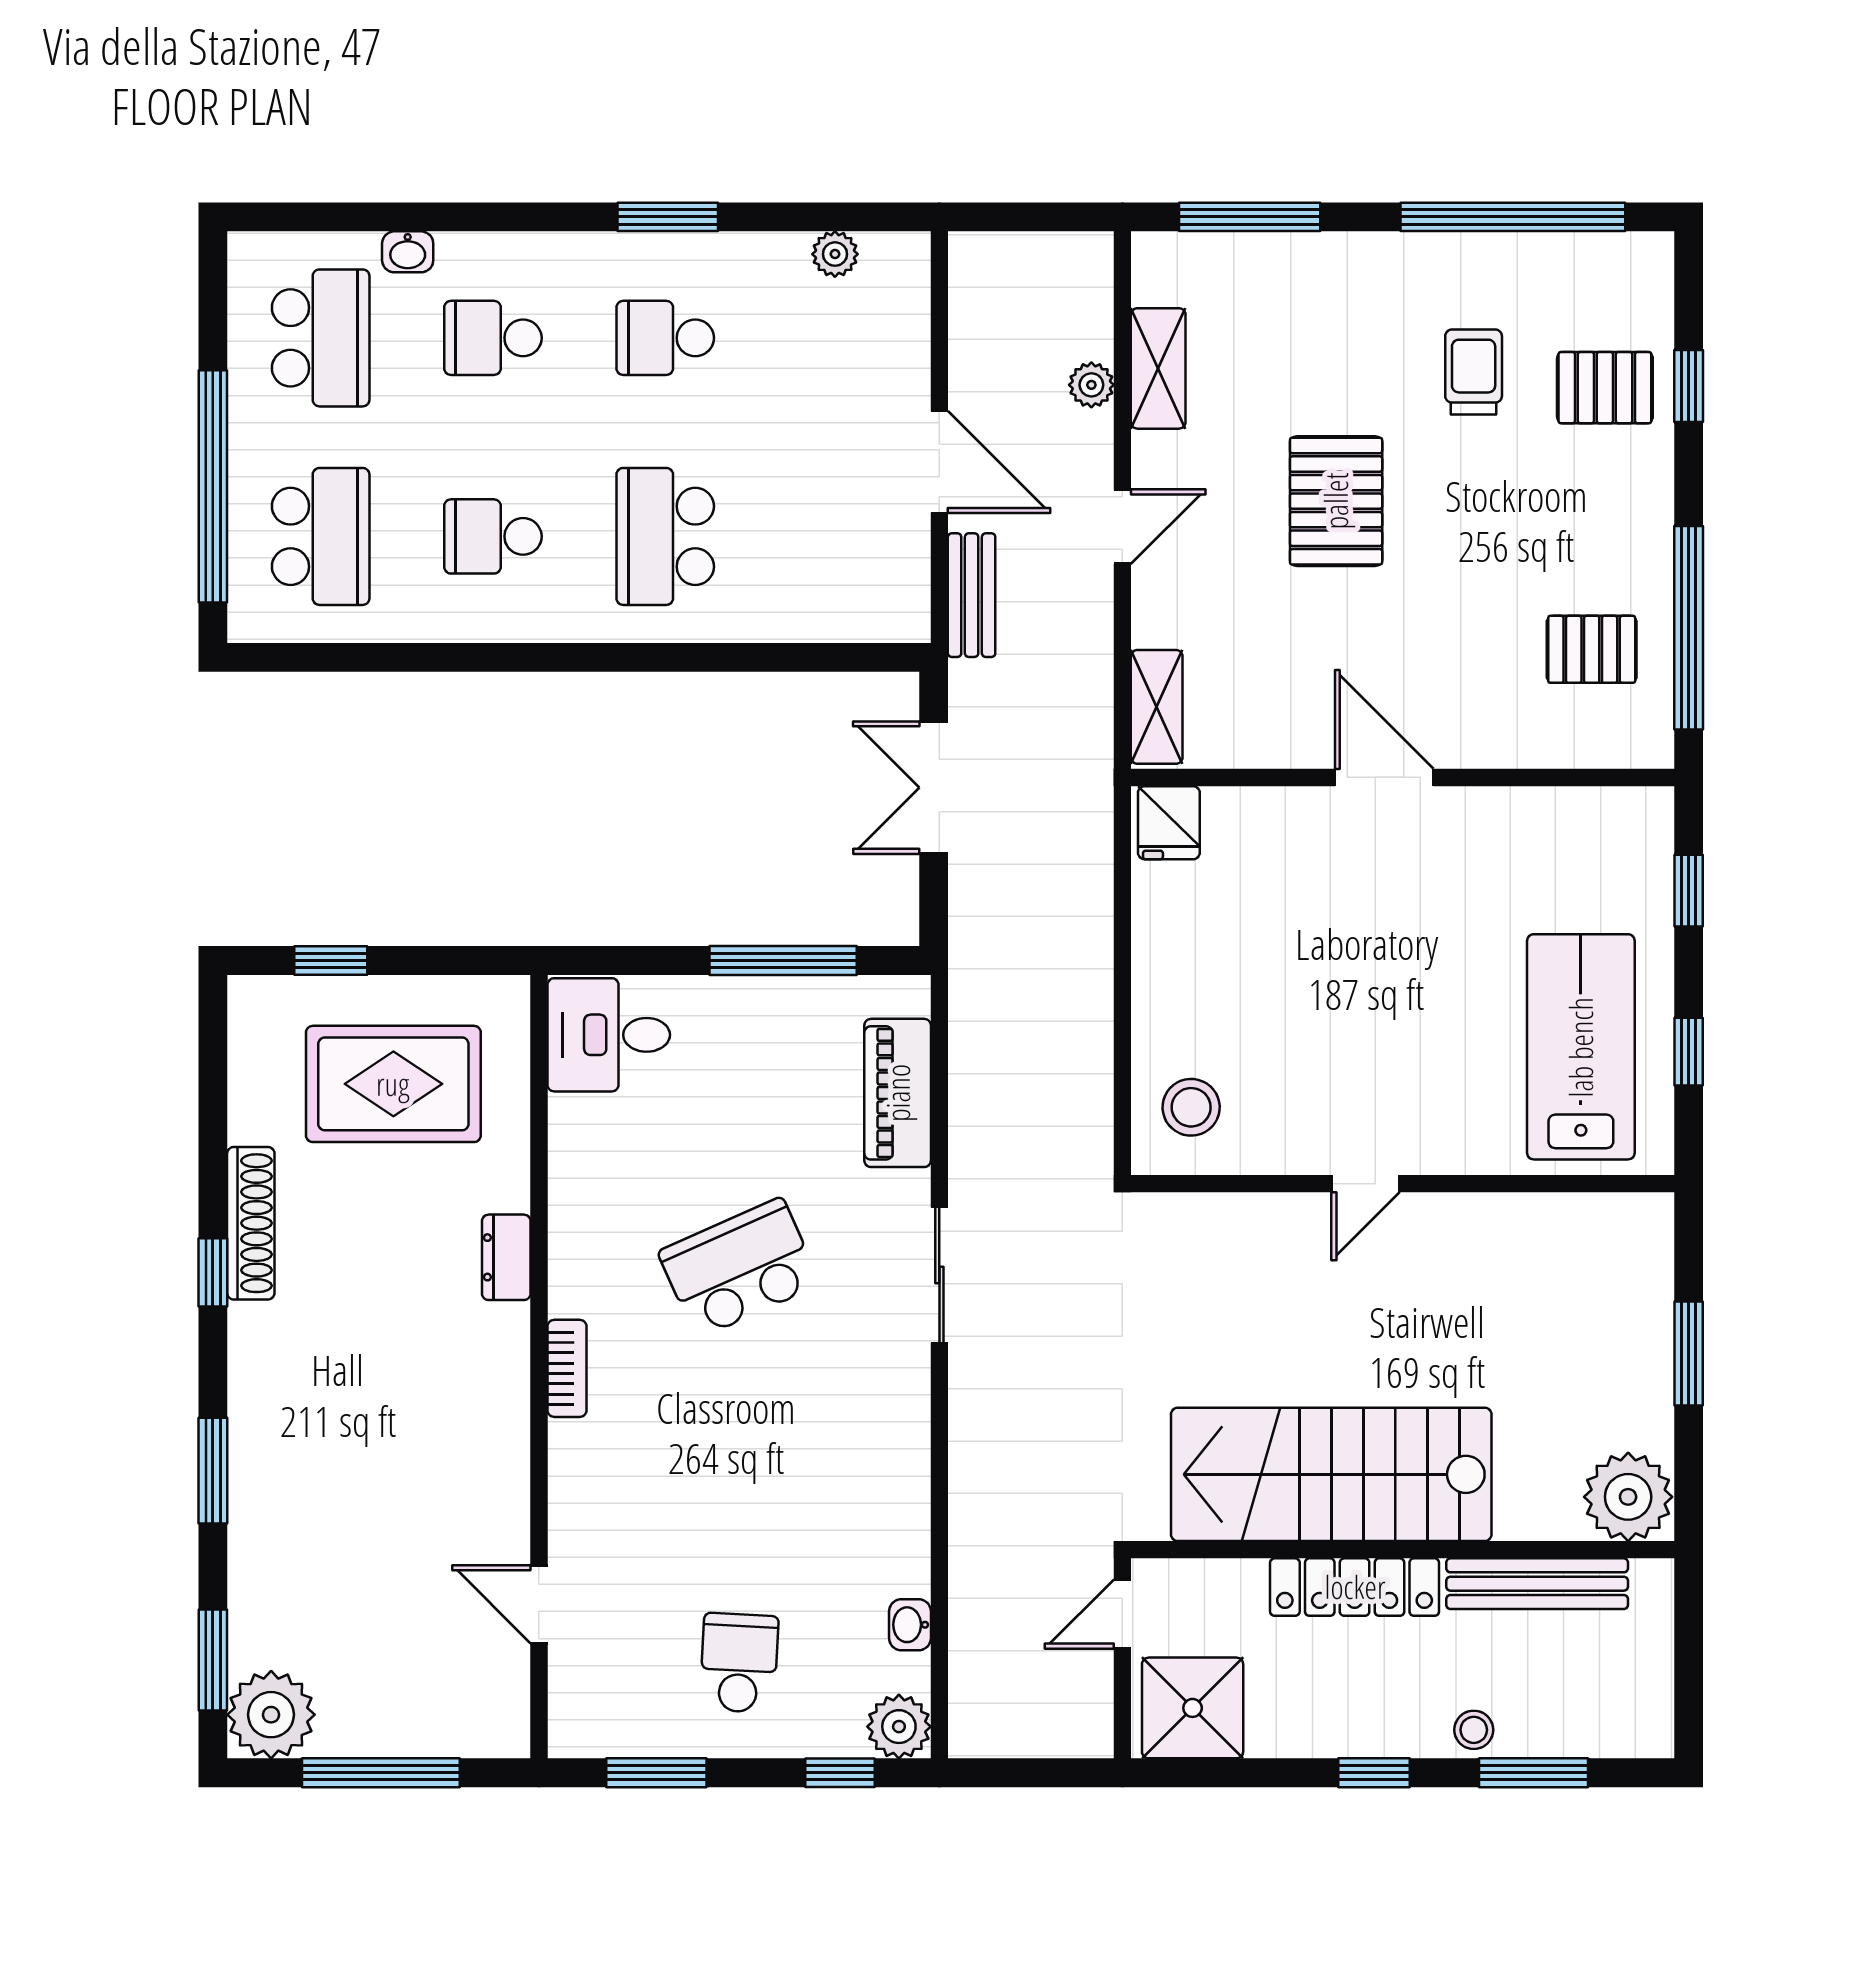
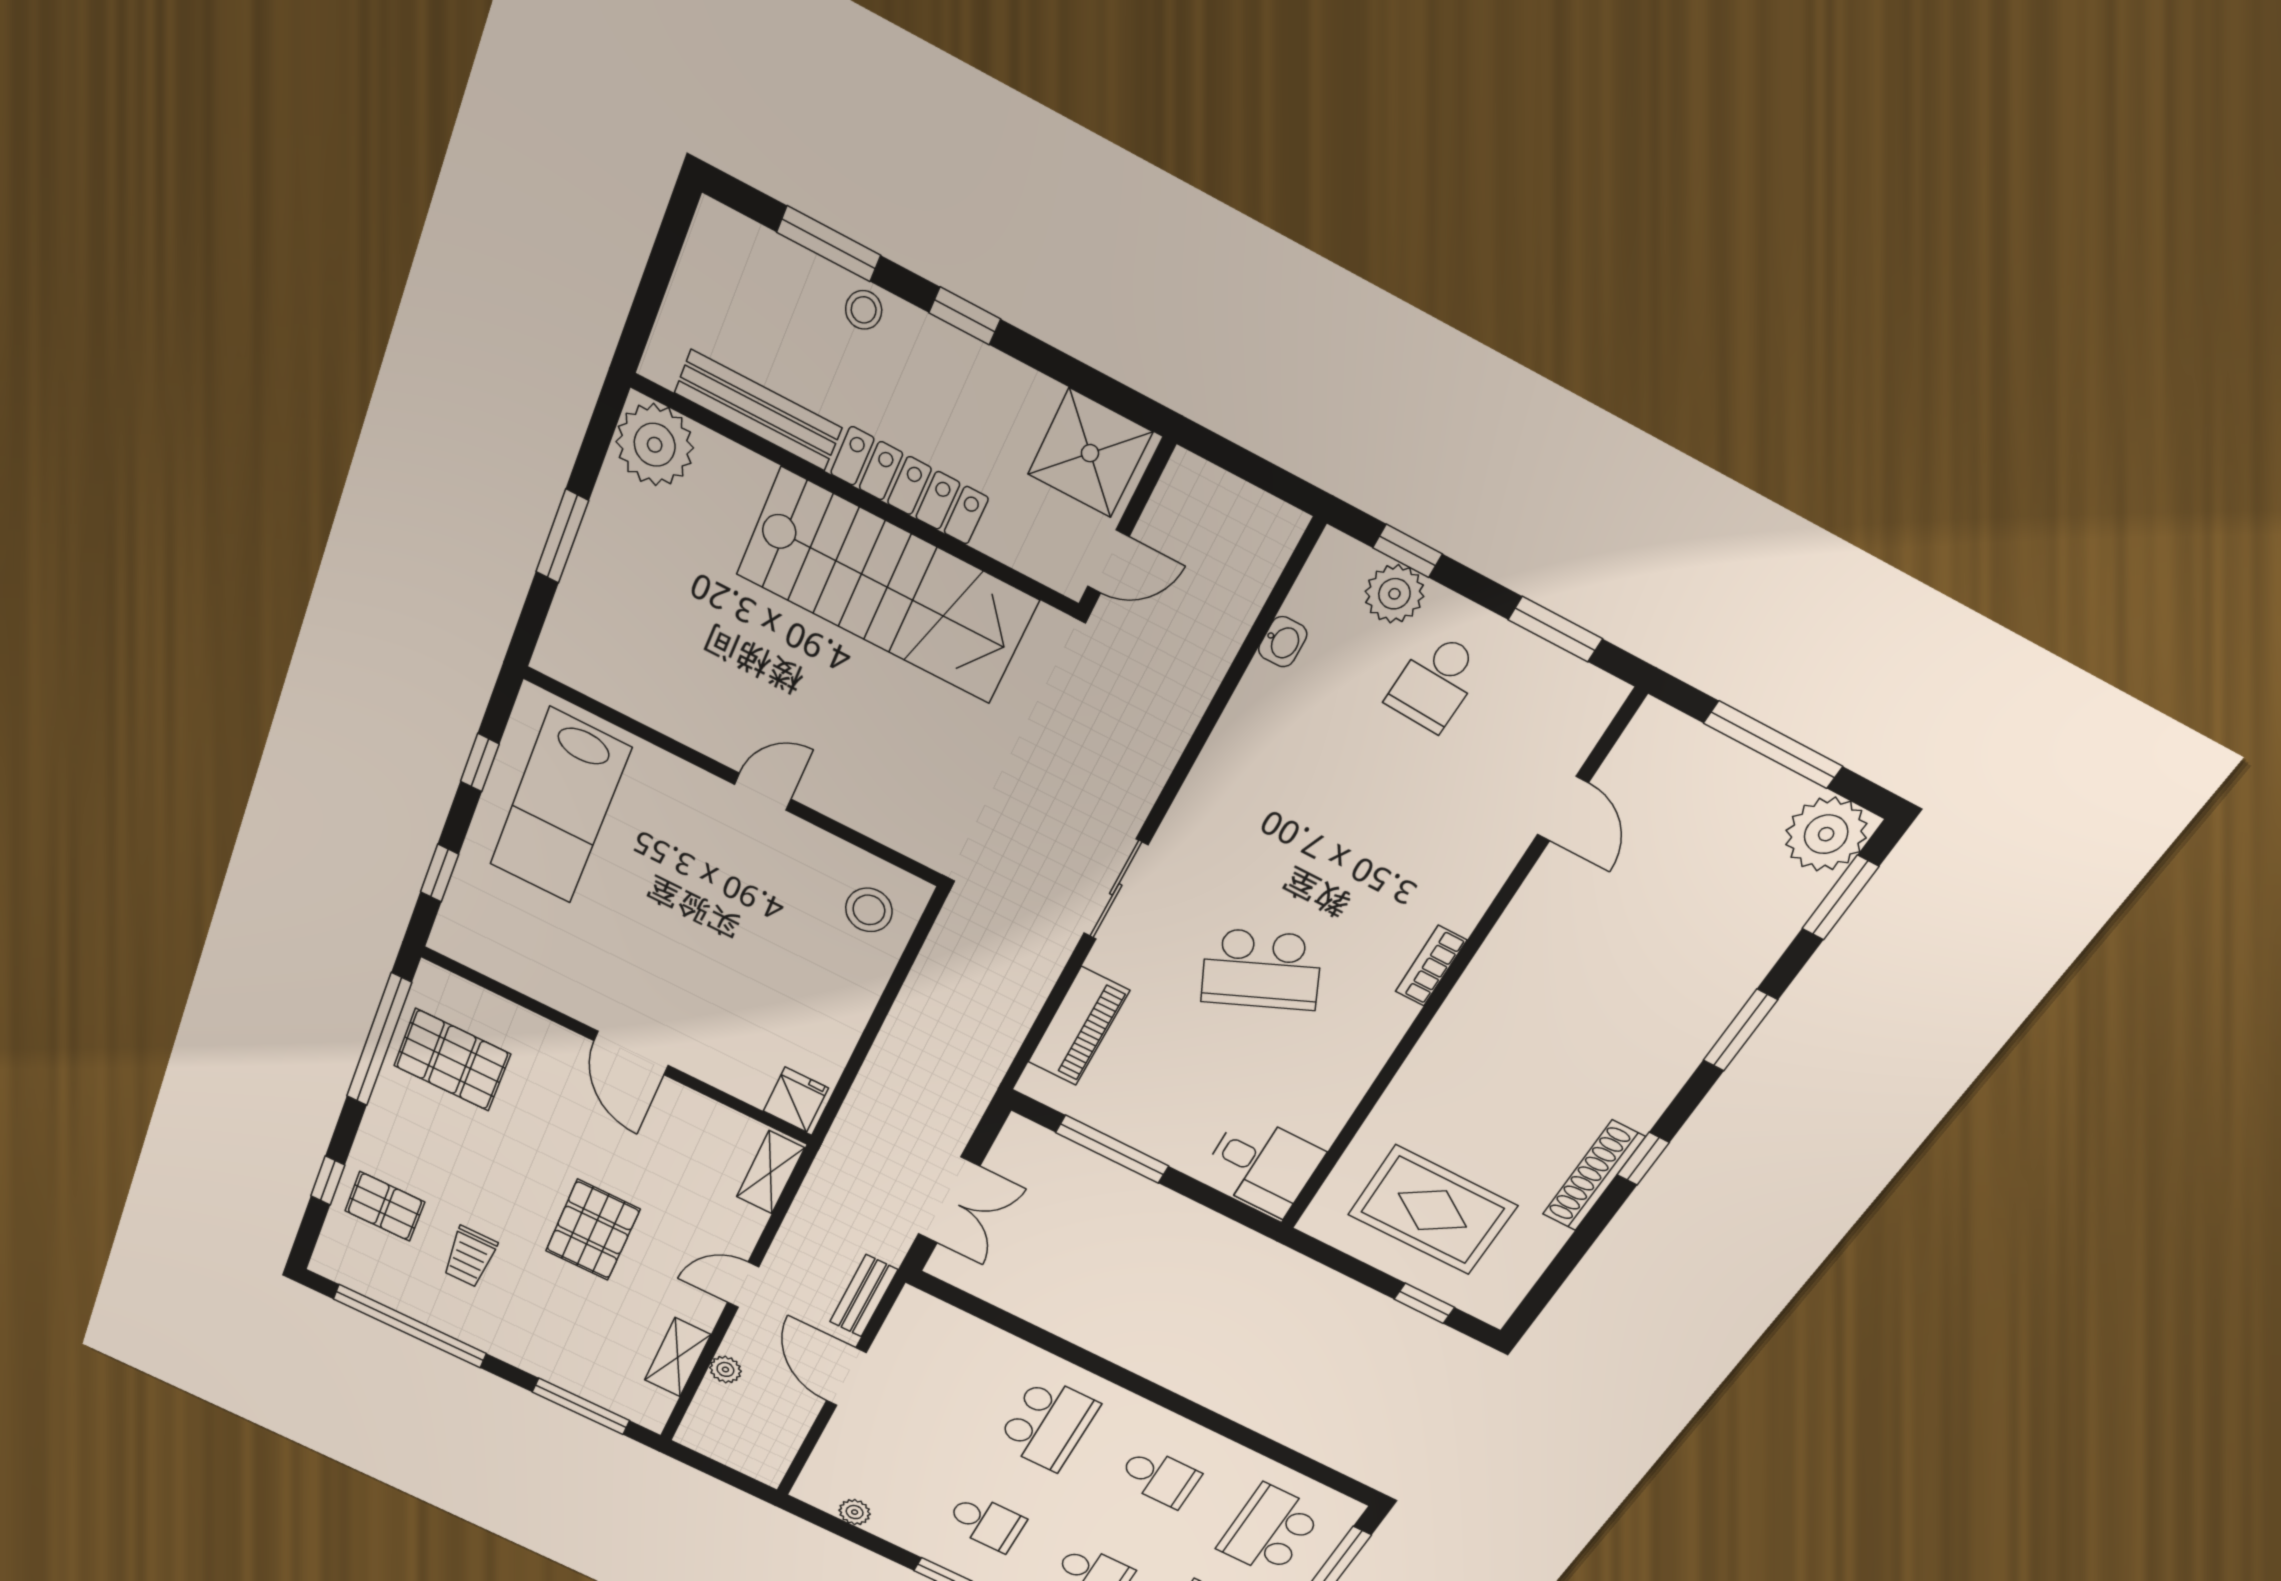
pallet: (1592, 649) -> (452, 1060), width x1.50, depth x1.42
dresser: (506, 1257) -> (1427, 1062), removed
plant: (899, 1727) -> (1394, 594), moved

